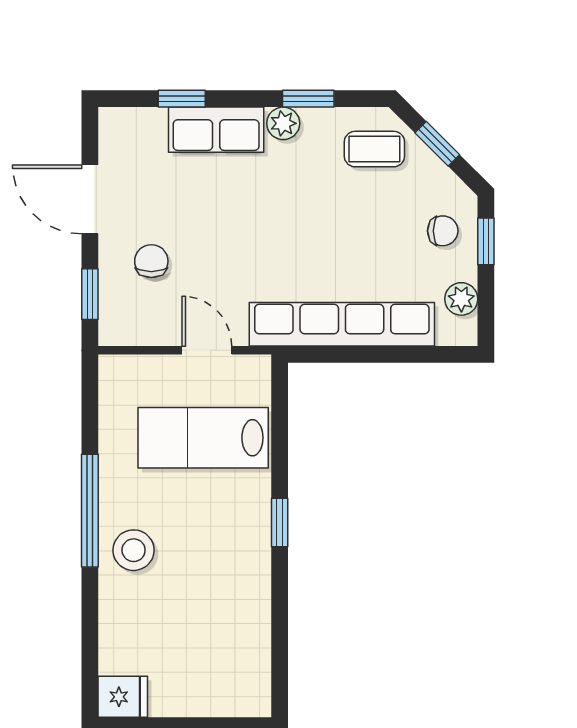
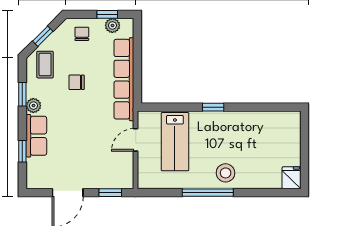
window: (486, 241) -> (107, 14), moved
chair: (151, 261) -> (77, 82), moved

